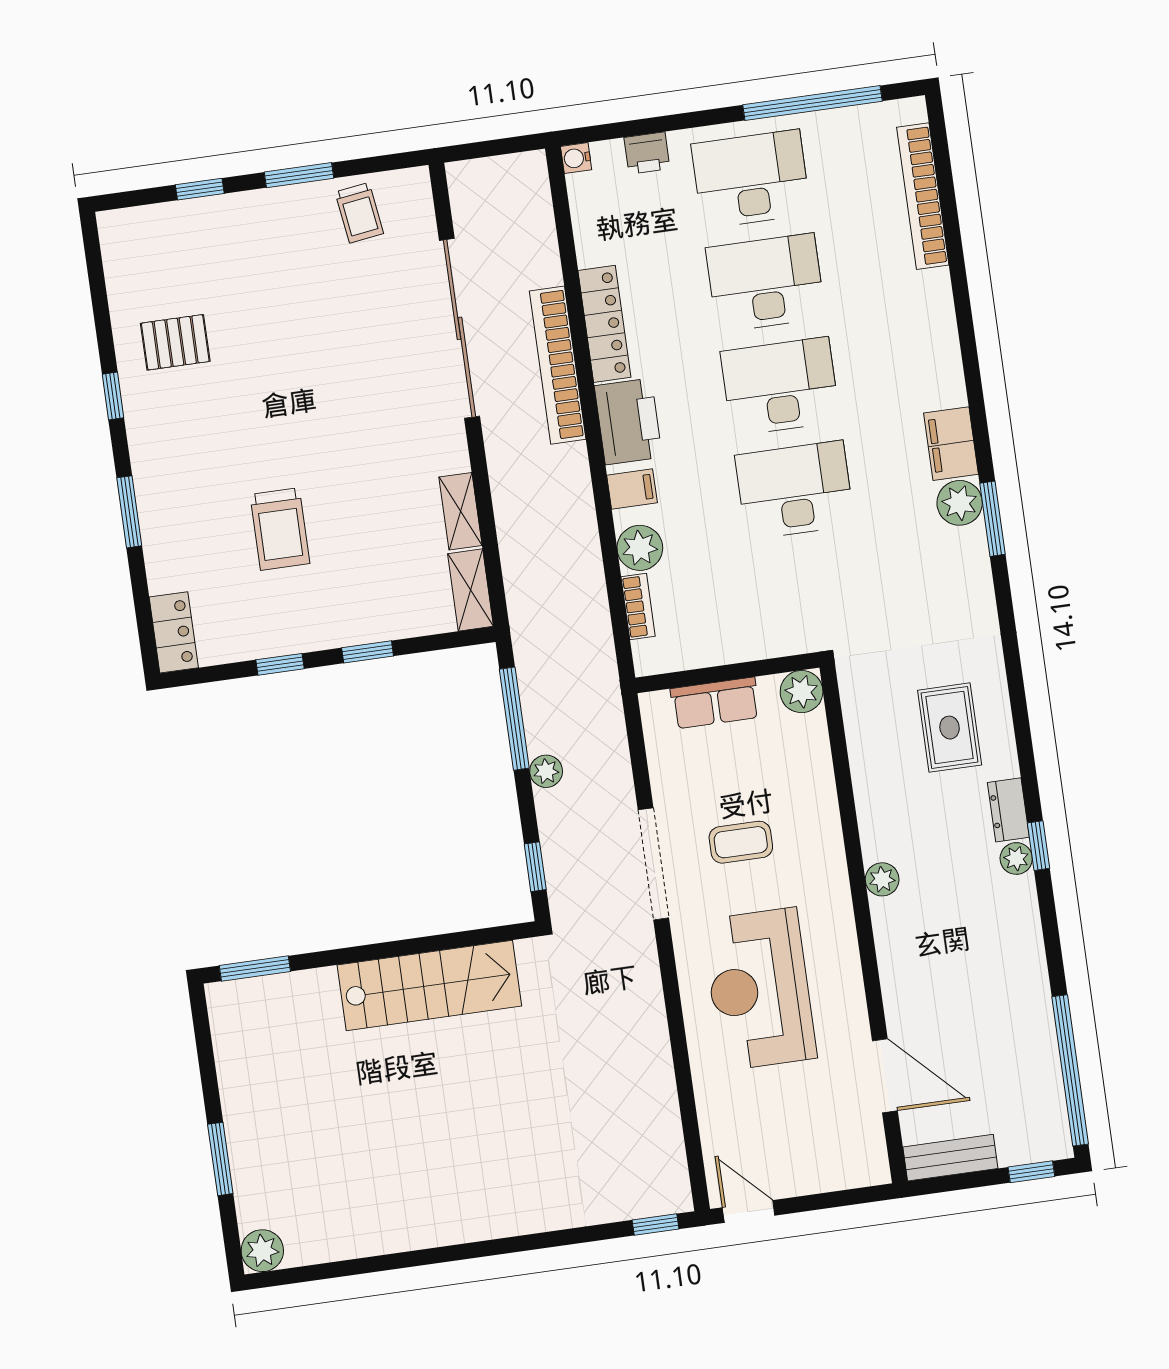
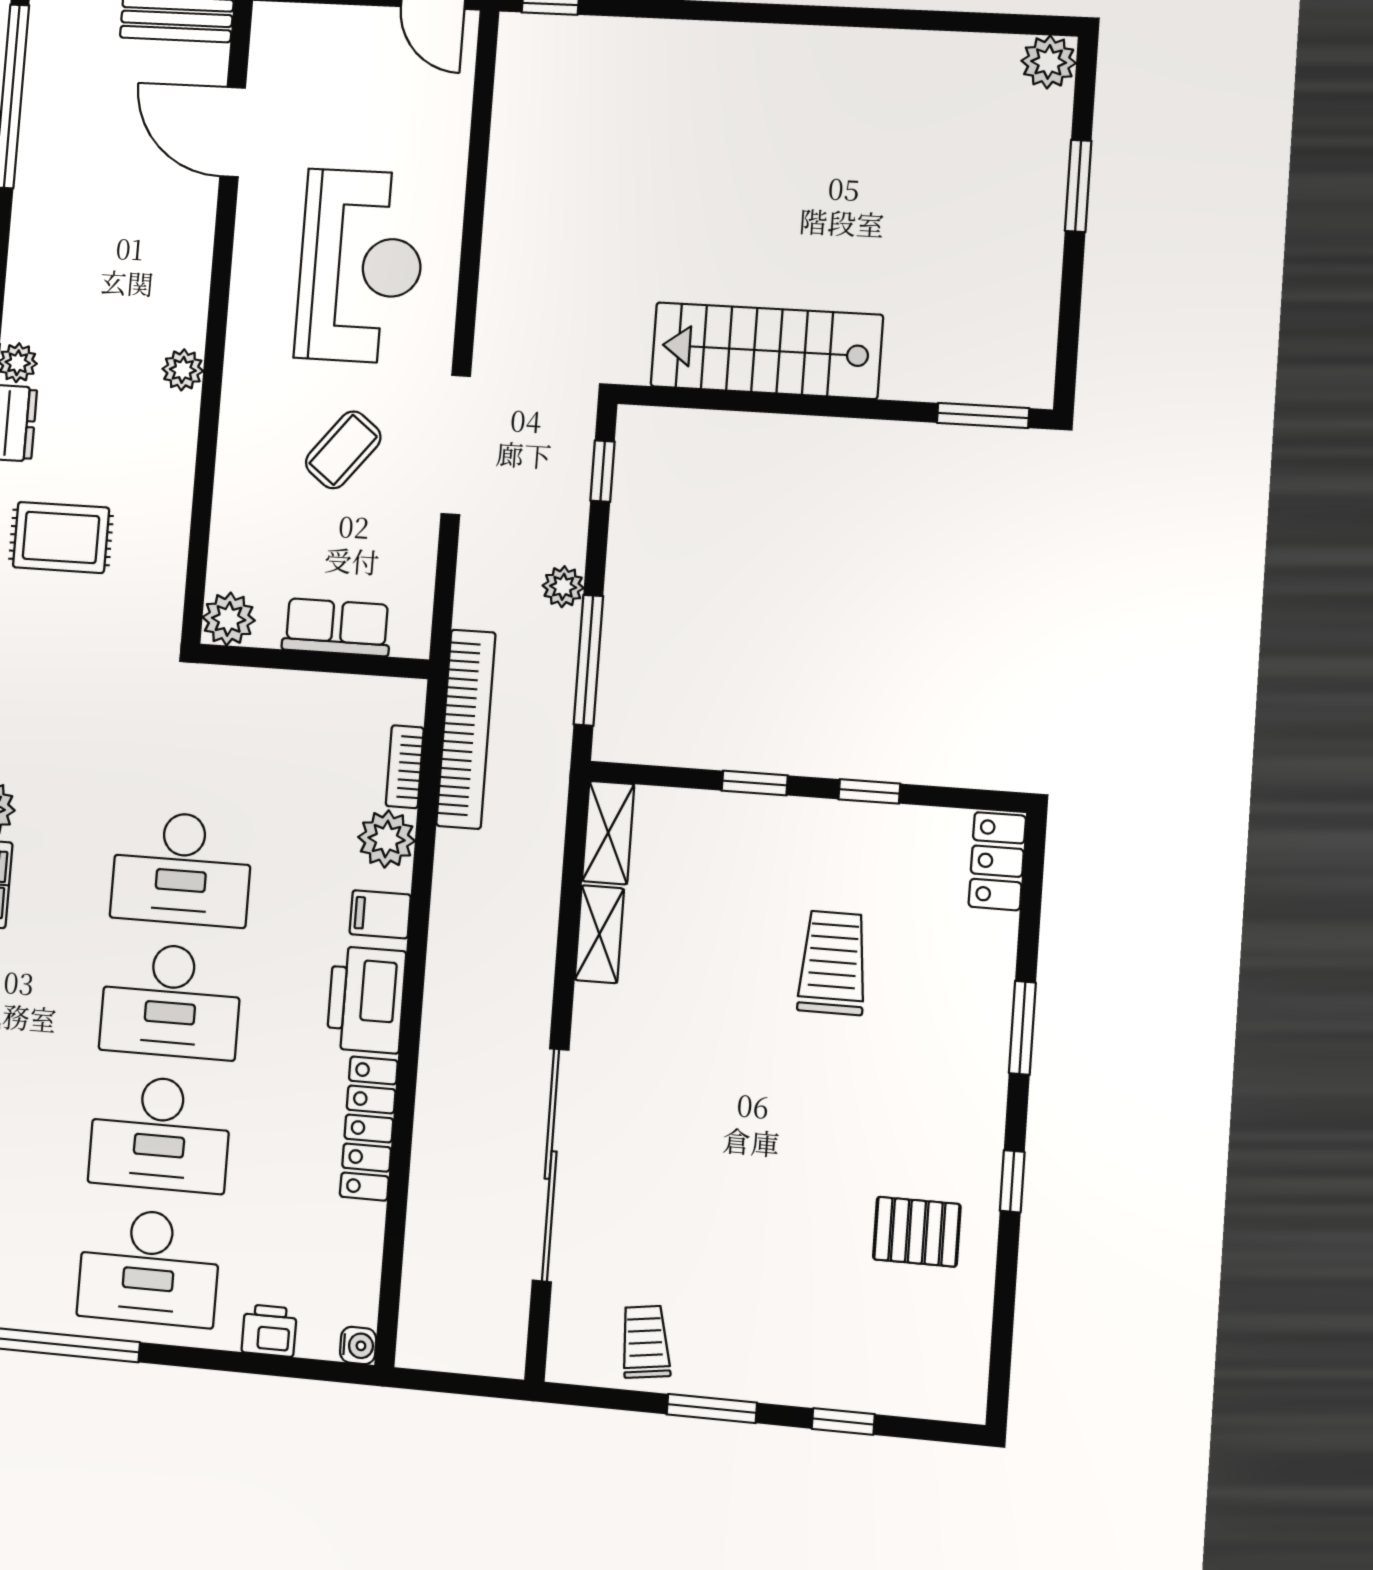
bookcase: (558, 365) -> (466, 729), moved
rug: (950, 728) -> (61, 537), turned 90
coffee table: (741, 842) -> (343, 450), turned -52

